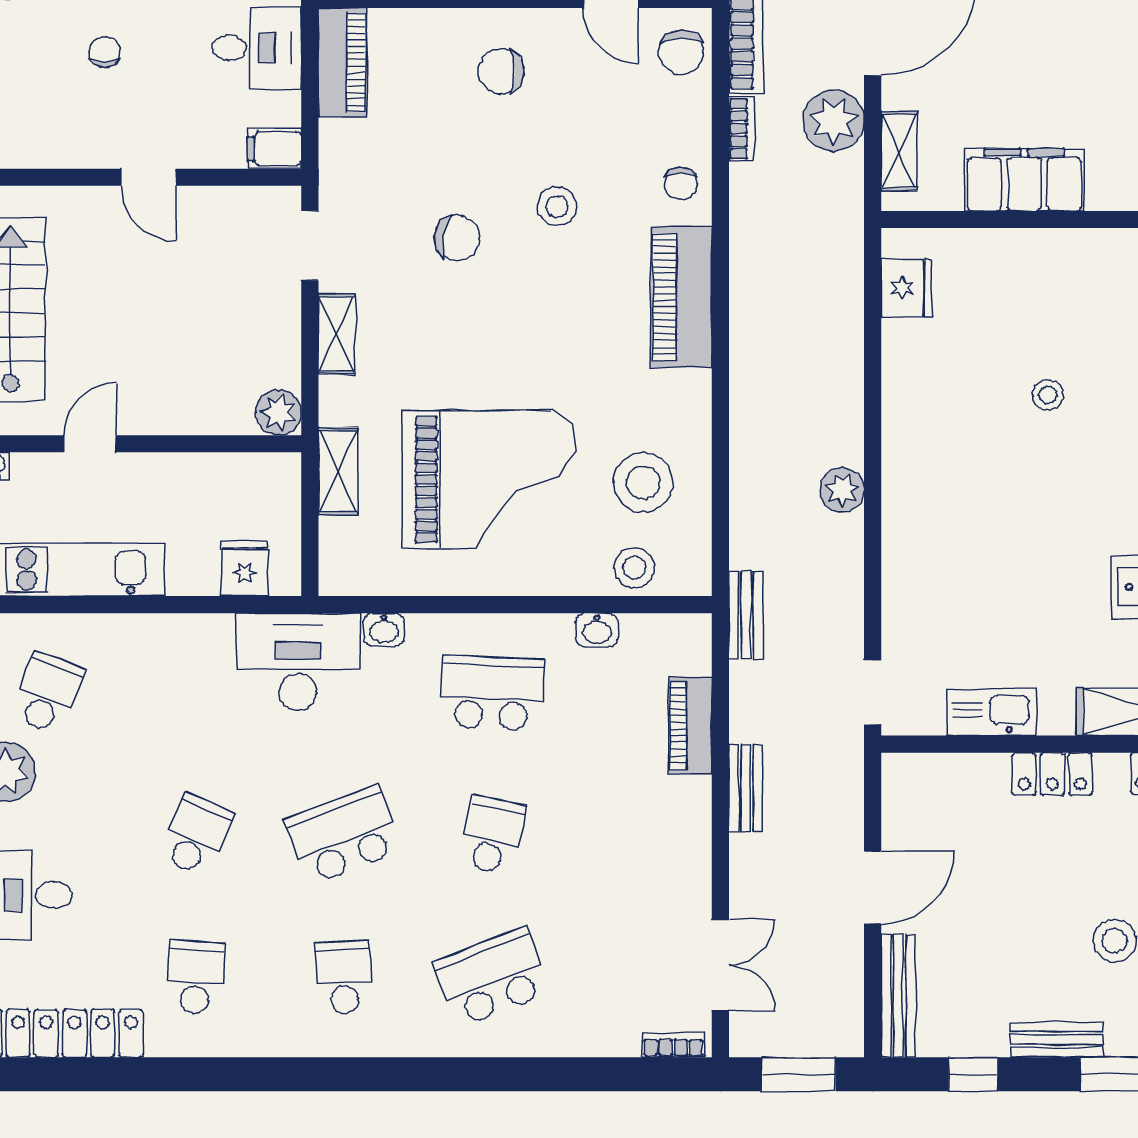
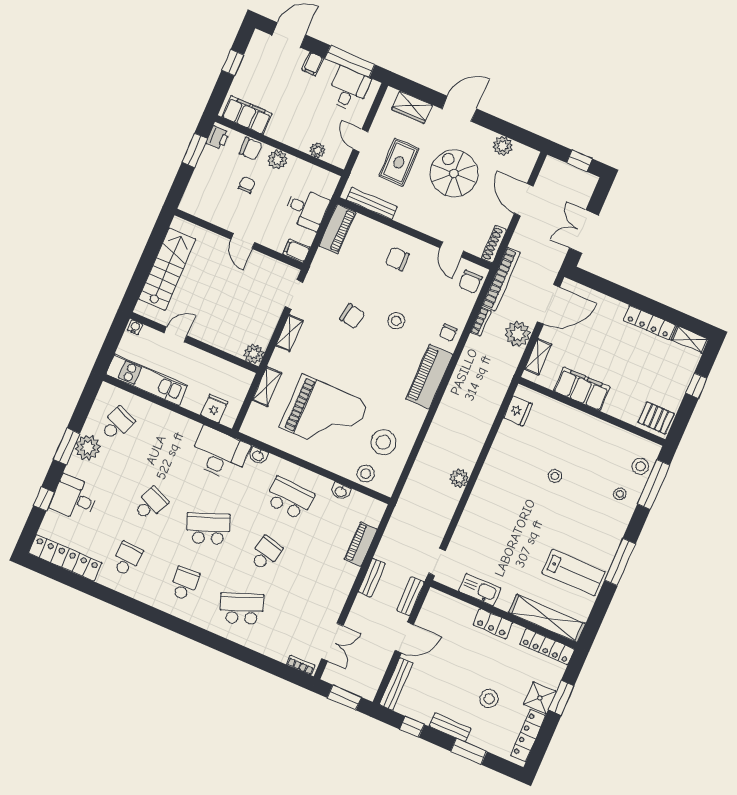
bench: (746, 615) -> (411, 596), moved

